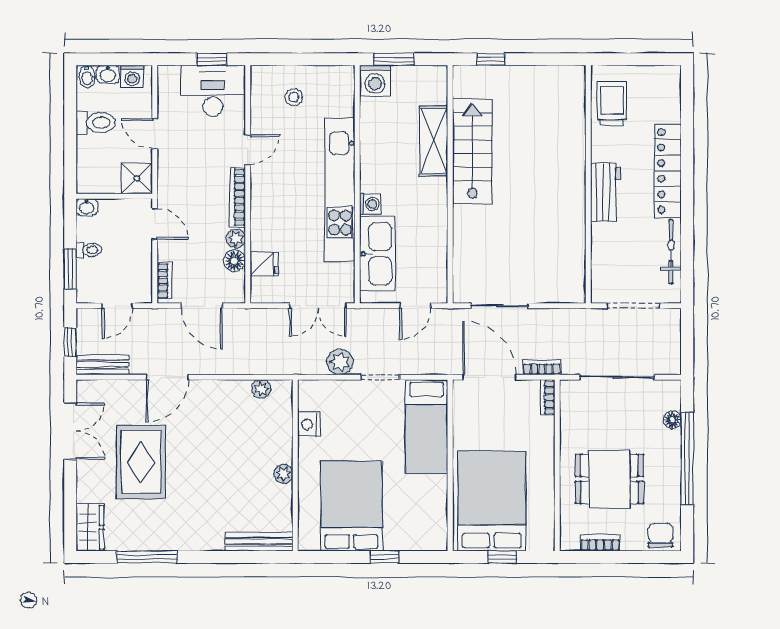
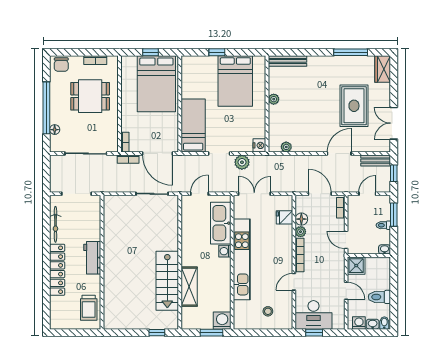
nightstand: (309, 424) -> (259, 145), moved

